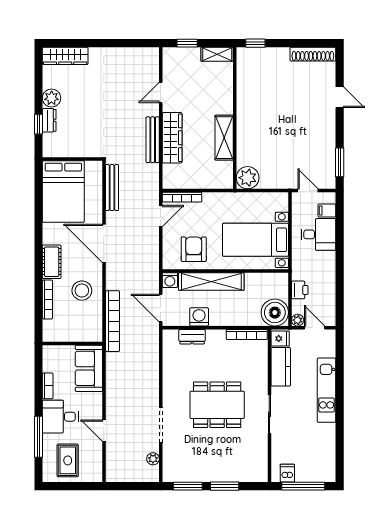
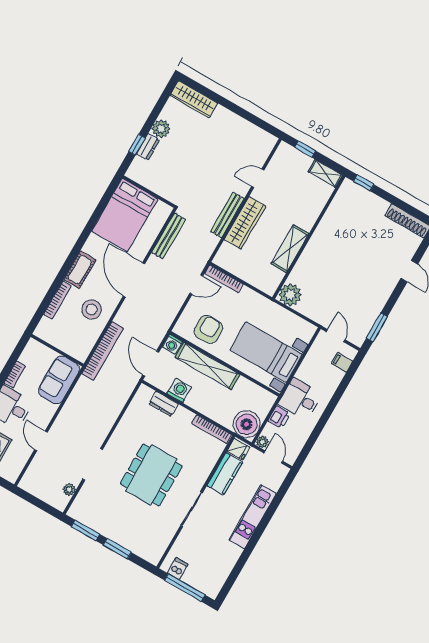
desk: (318, 234) -> (300, 399), moved, turned 180
dining table: (217, 405) -> (151, 475), turned 90

